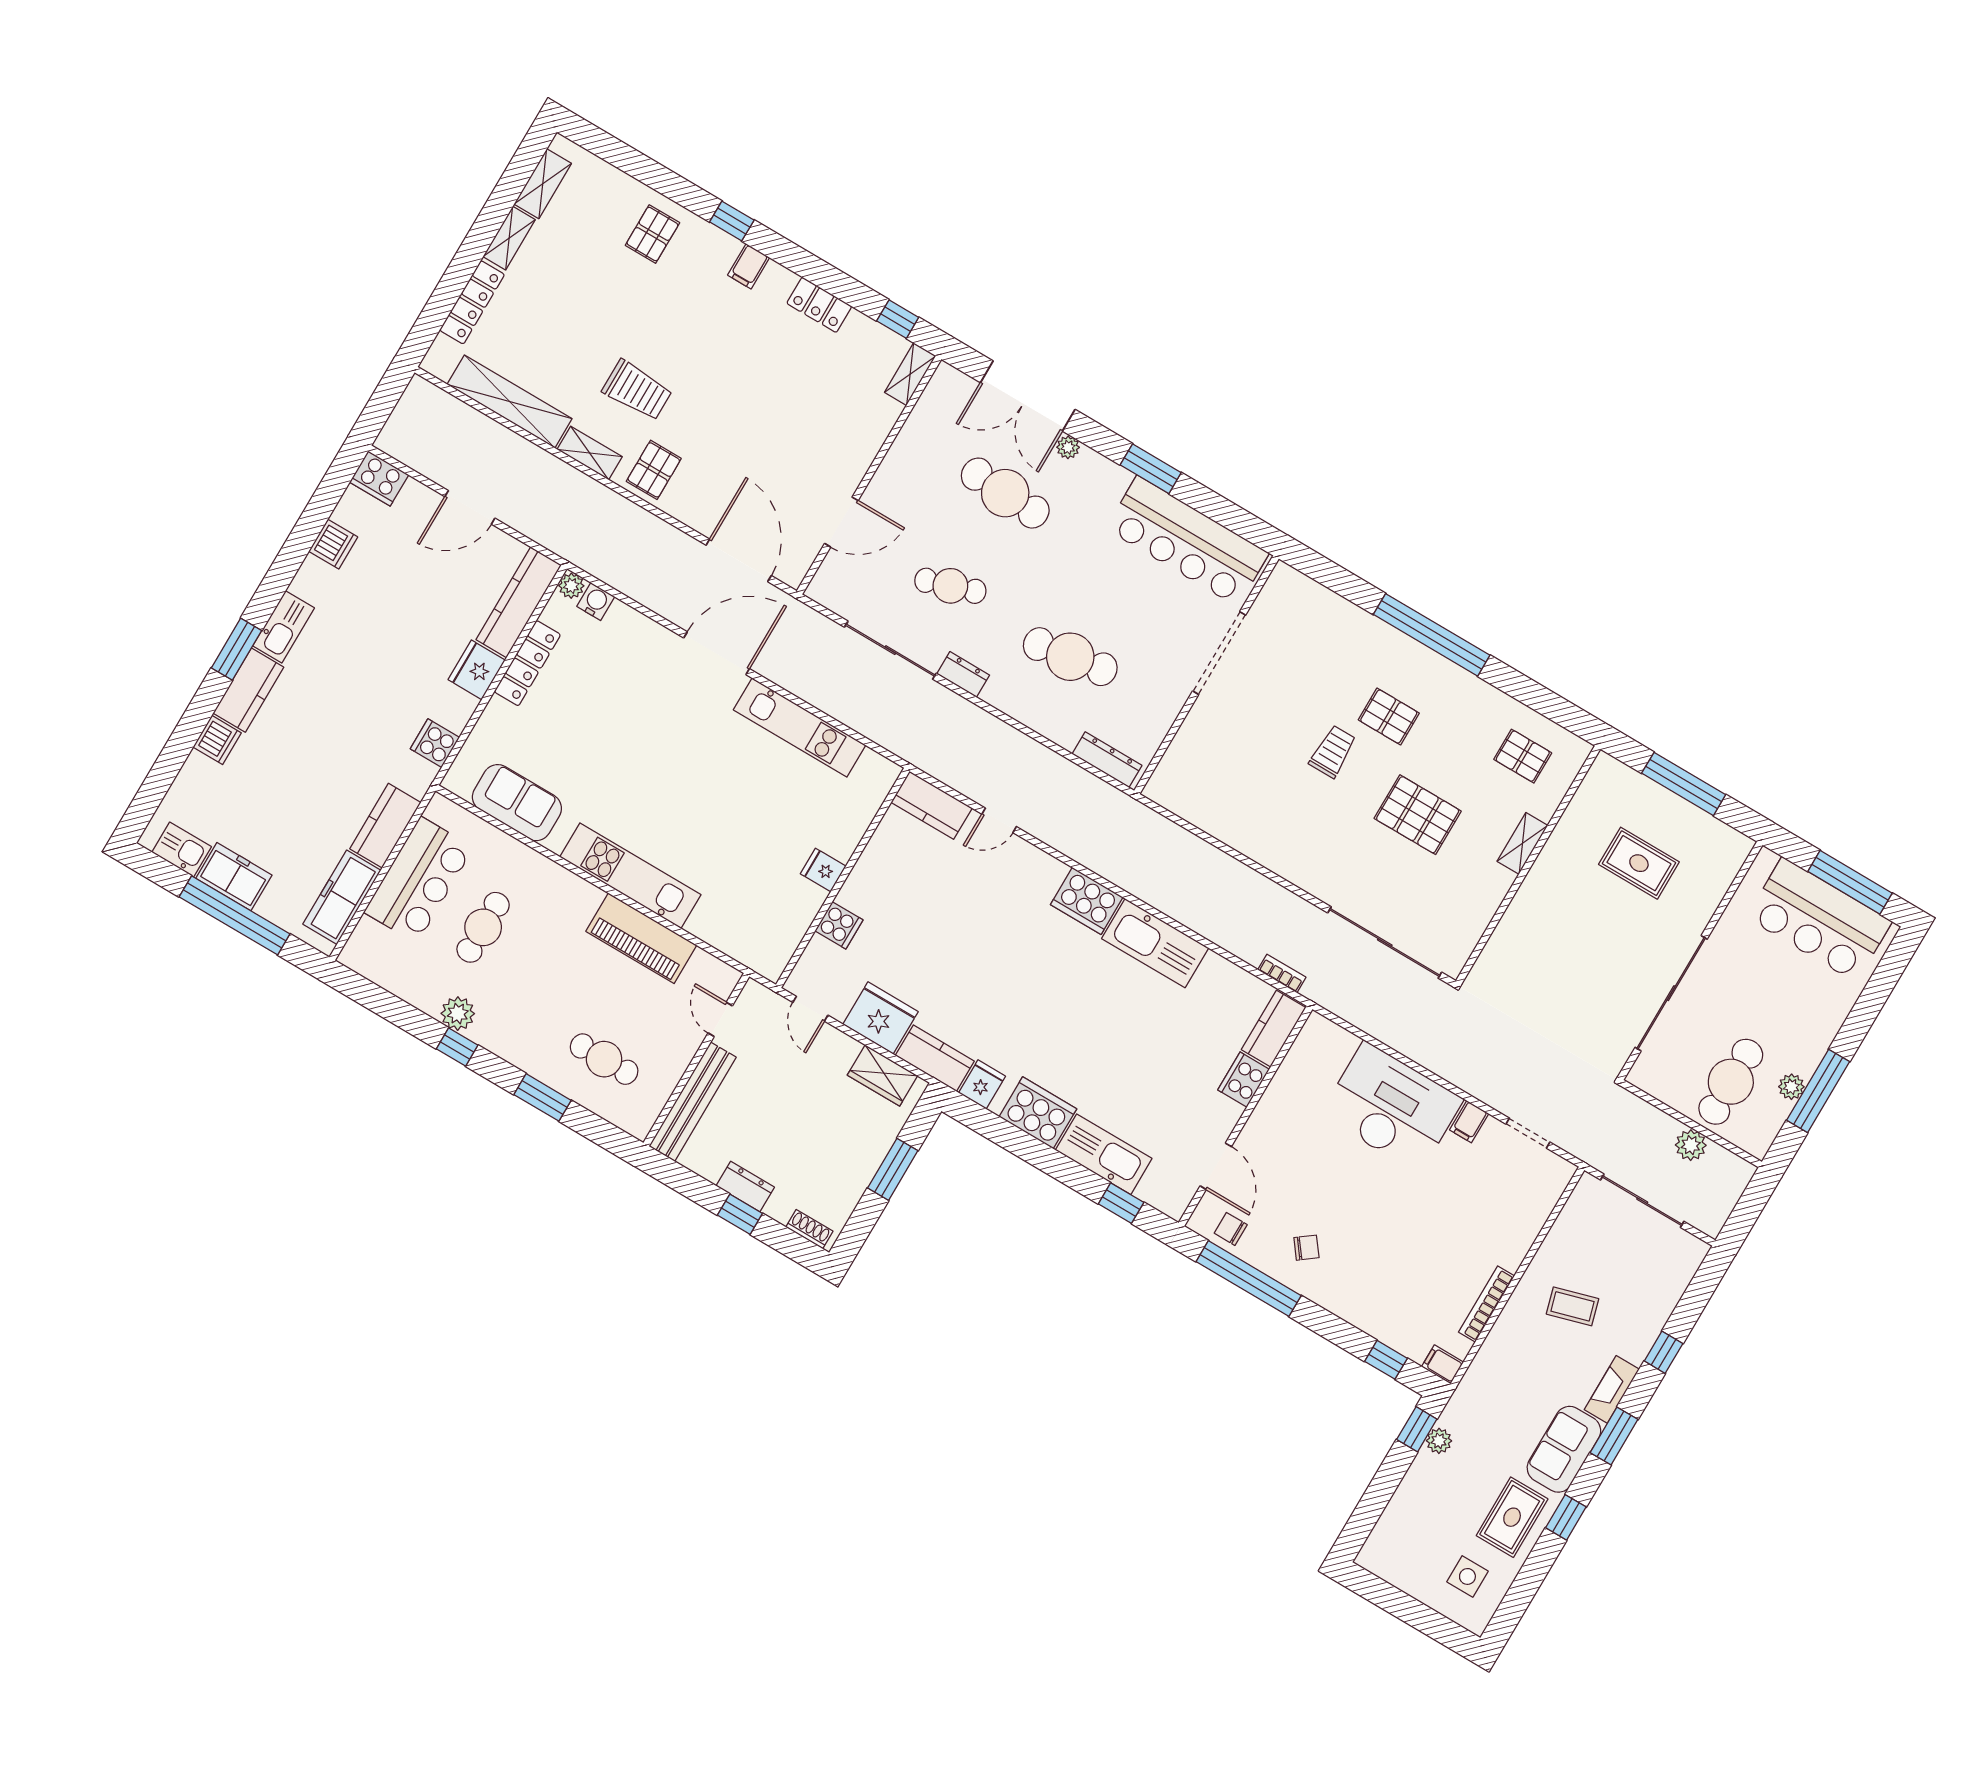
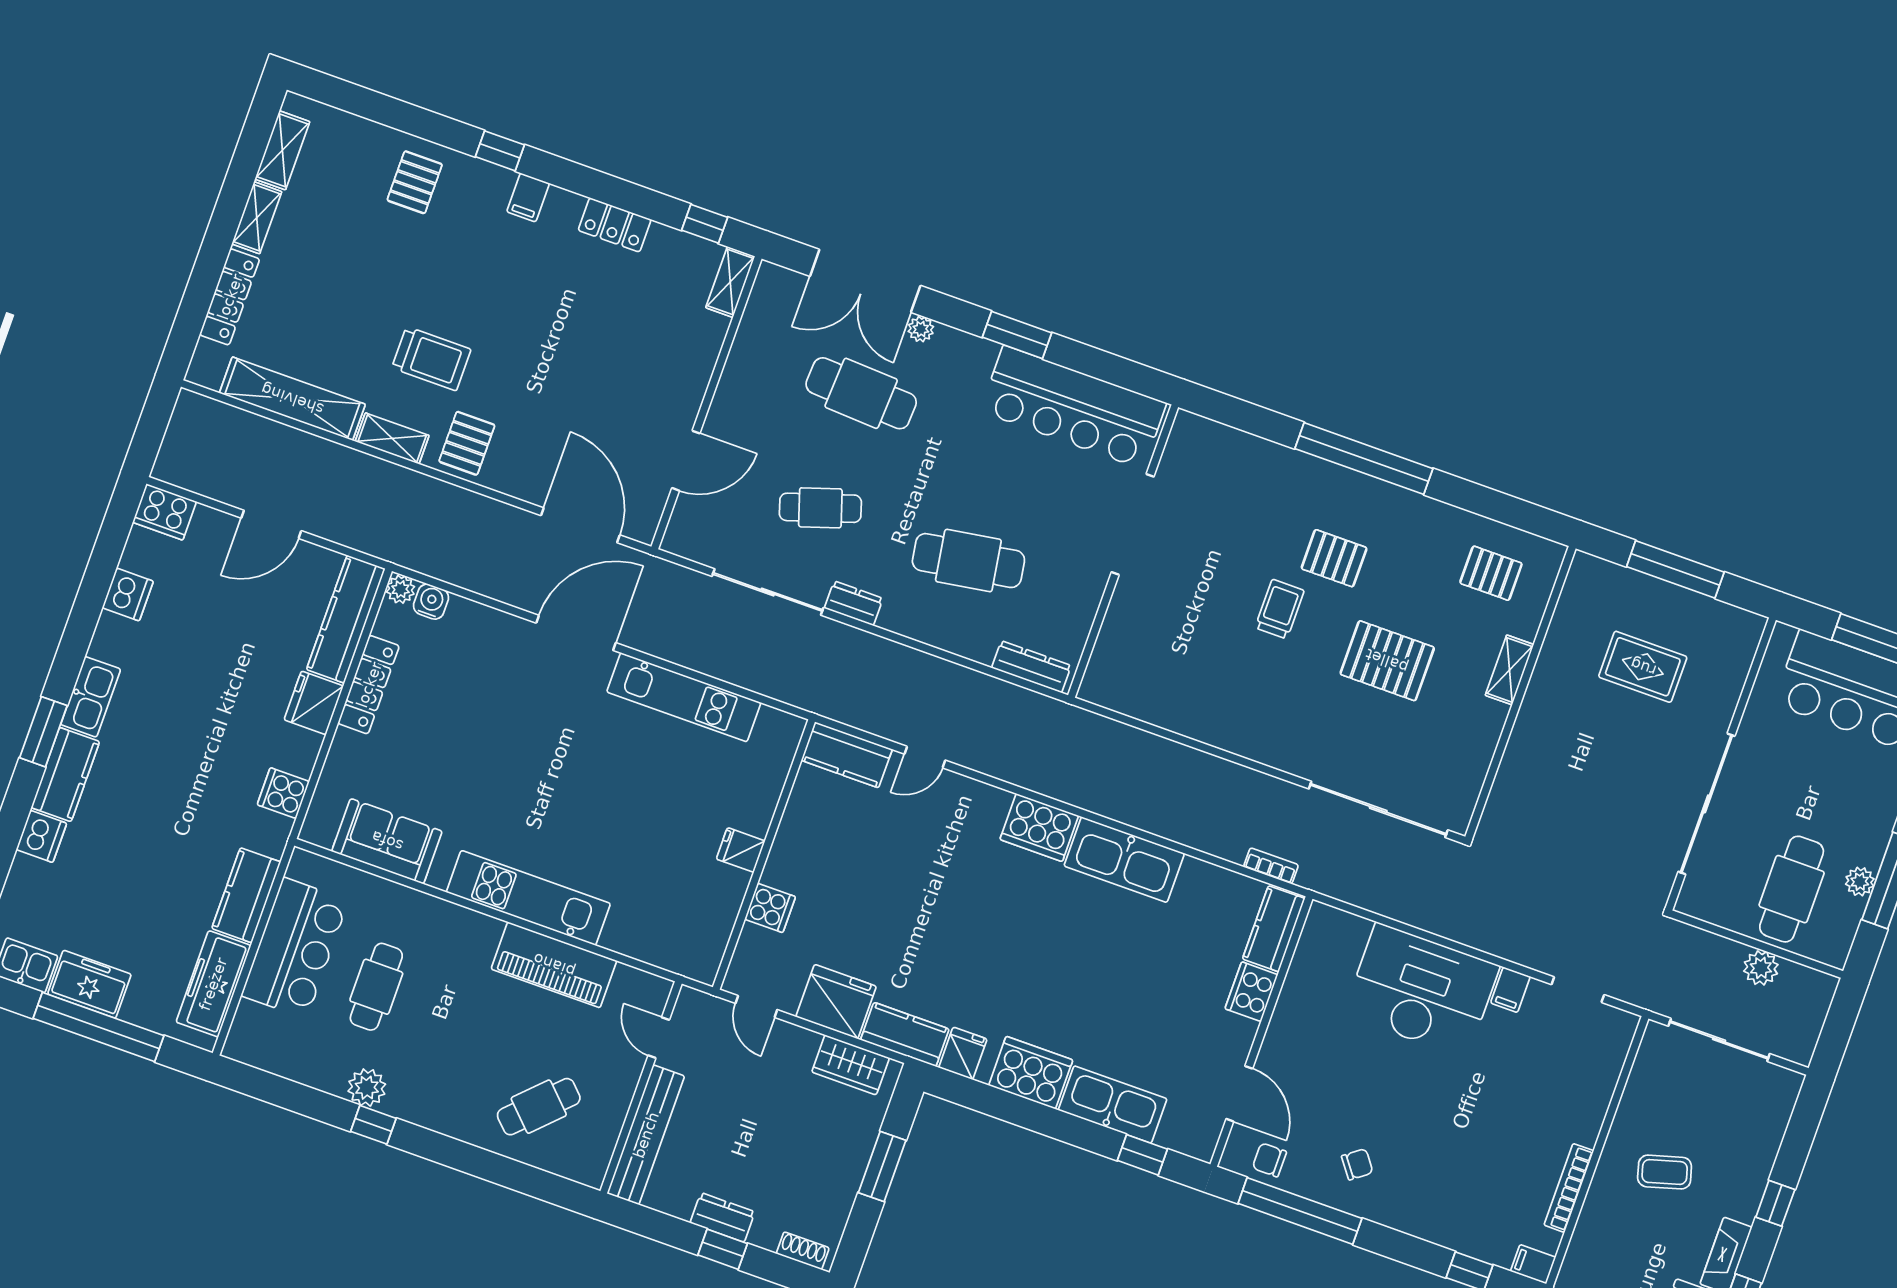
cafe table: (604, 1059) -> (539, 1107), turned -45
window: (542, 1097) -> (479, 1162), removed

